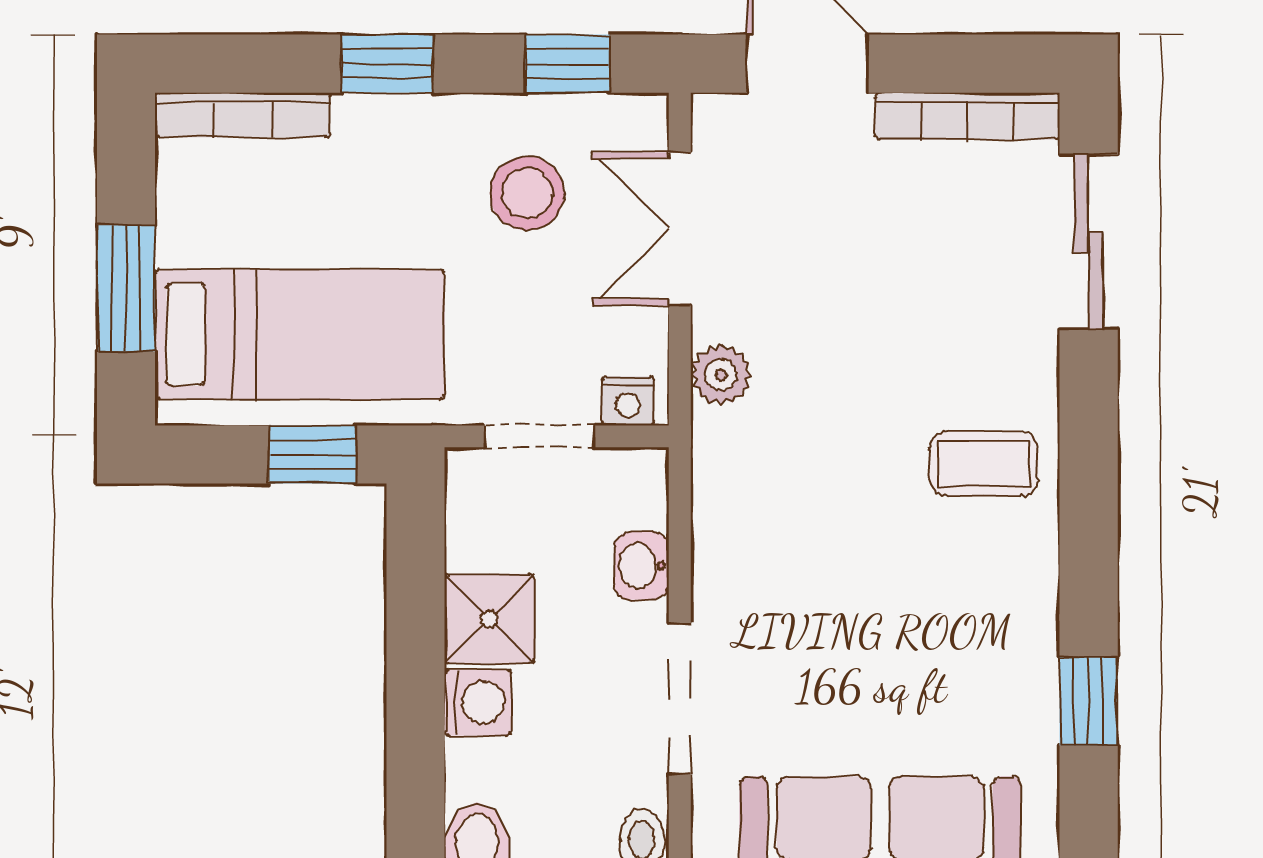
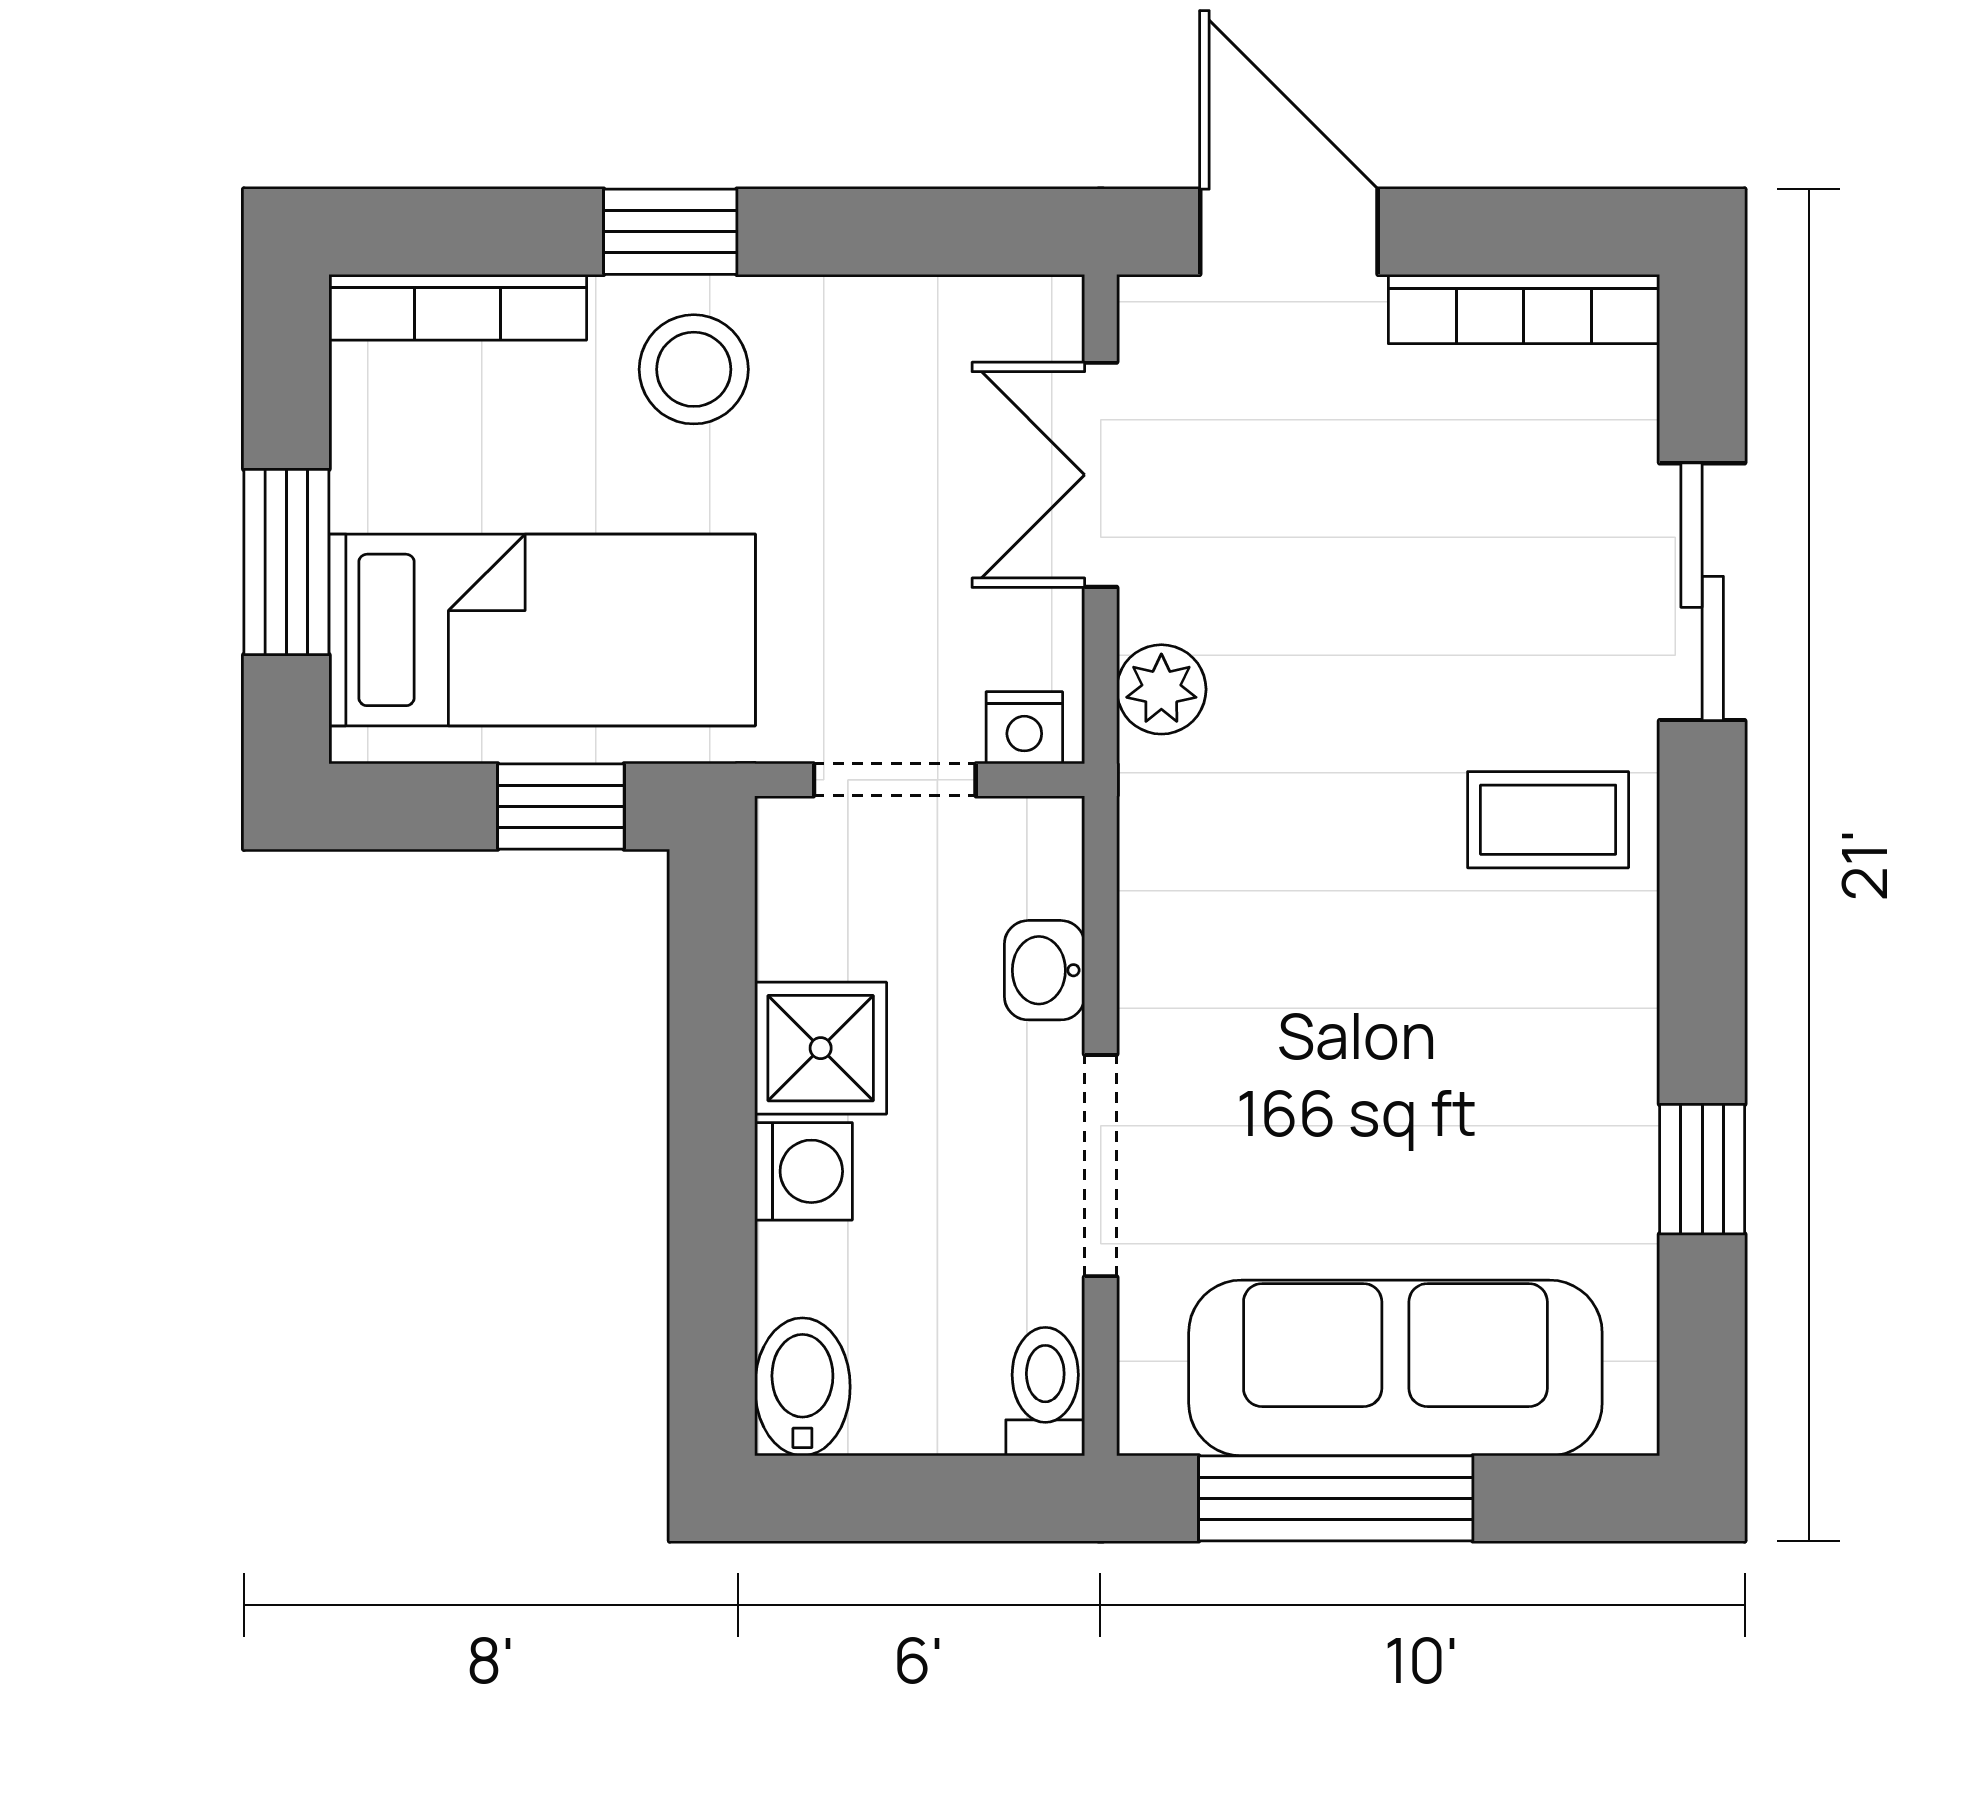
window: (567, 64) -> (935, 232), removed
stool: (527, 193) -> (694, 369), moved
sliding door: (1089, 242) -> (1702, 592), moved

